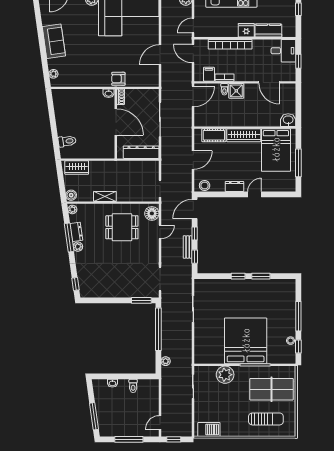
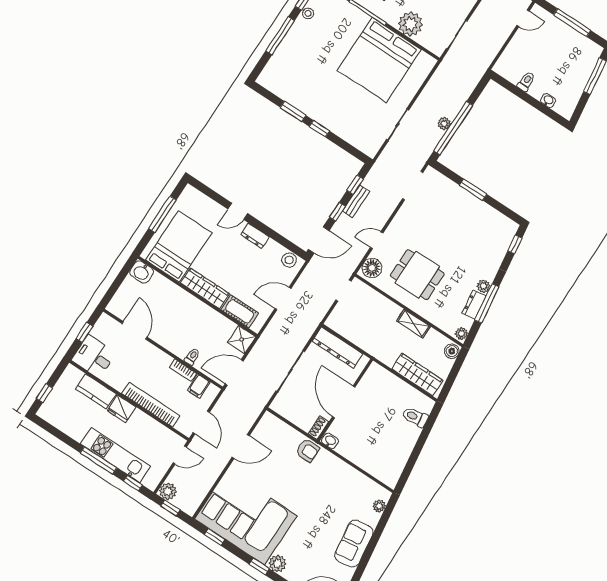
shower: (236, 91) -> (242, 340), moved
wardrobe: (77, 168) -> (417, 375), width x1.50
window: (141, 300) -> (473, 190), moved
bed: (246, 341) -> (379, 60), moved
plant: (166, 361) -> (444, 123), moved

